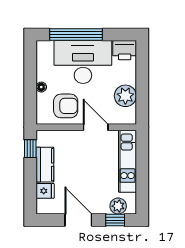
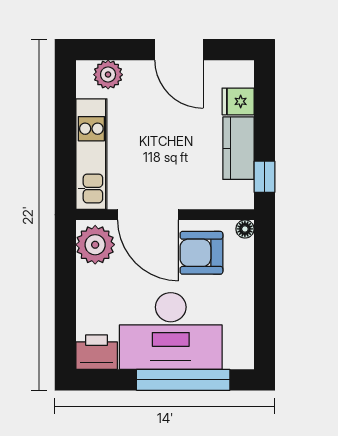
floor lamp: (41, 87) -> (245, 229), moved
plant: (125, 96) -> (95, 245), moved
door: (96, 127) -> (148, 215), width x1.36
window: (115, 220) -> (113, 50), removed

